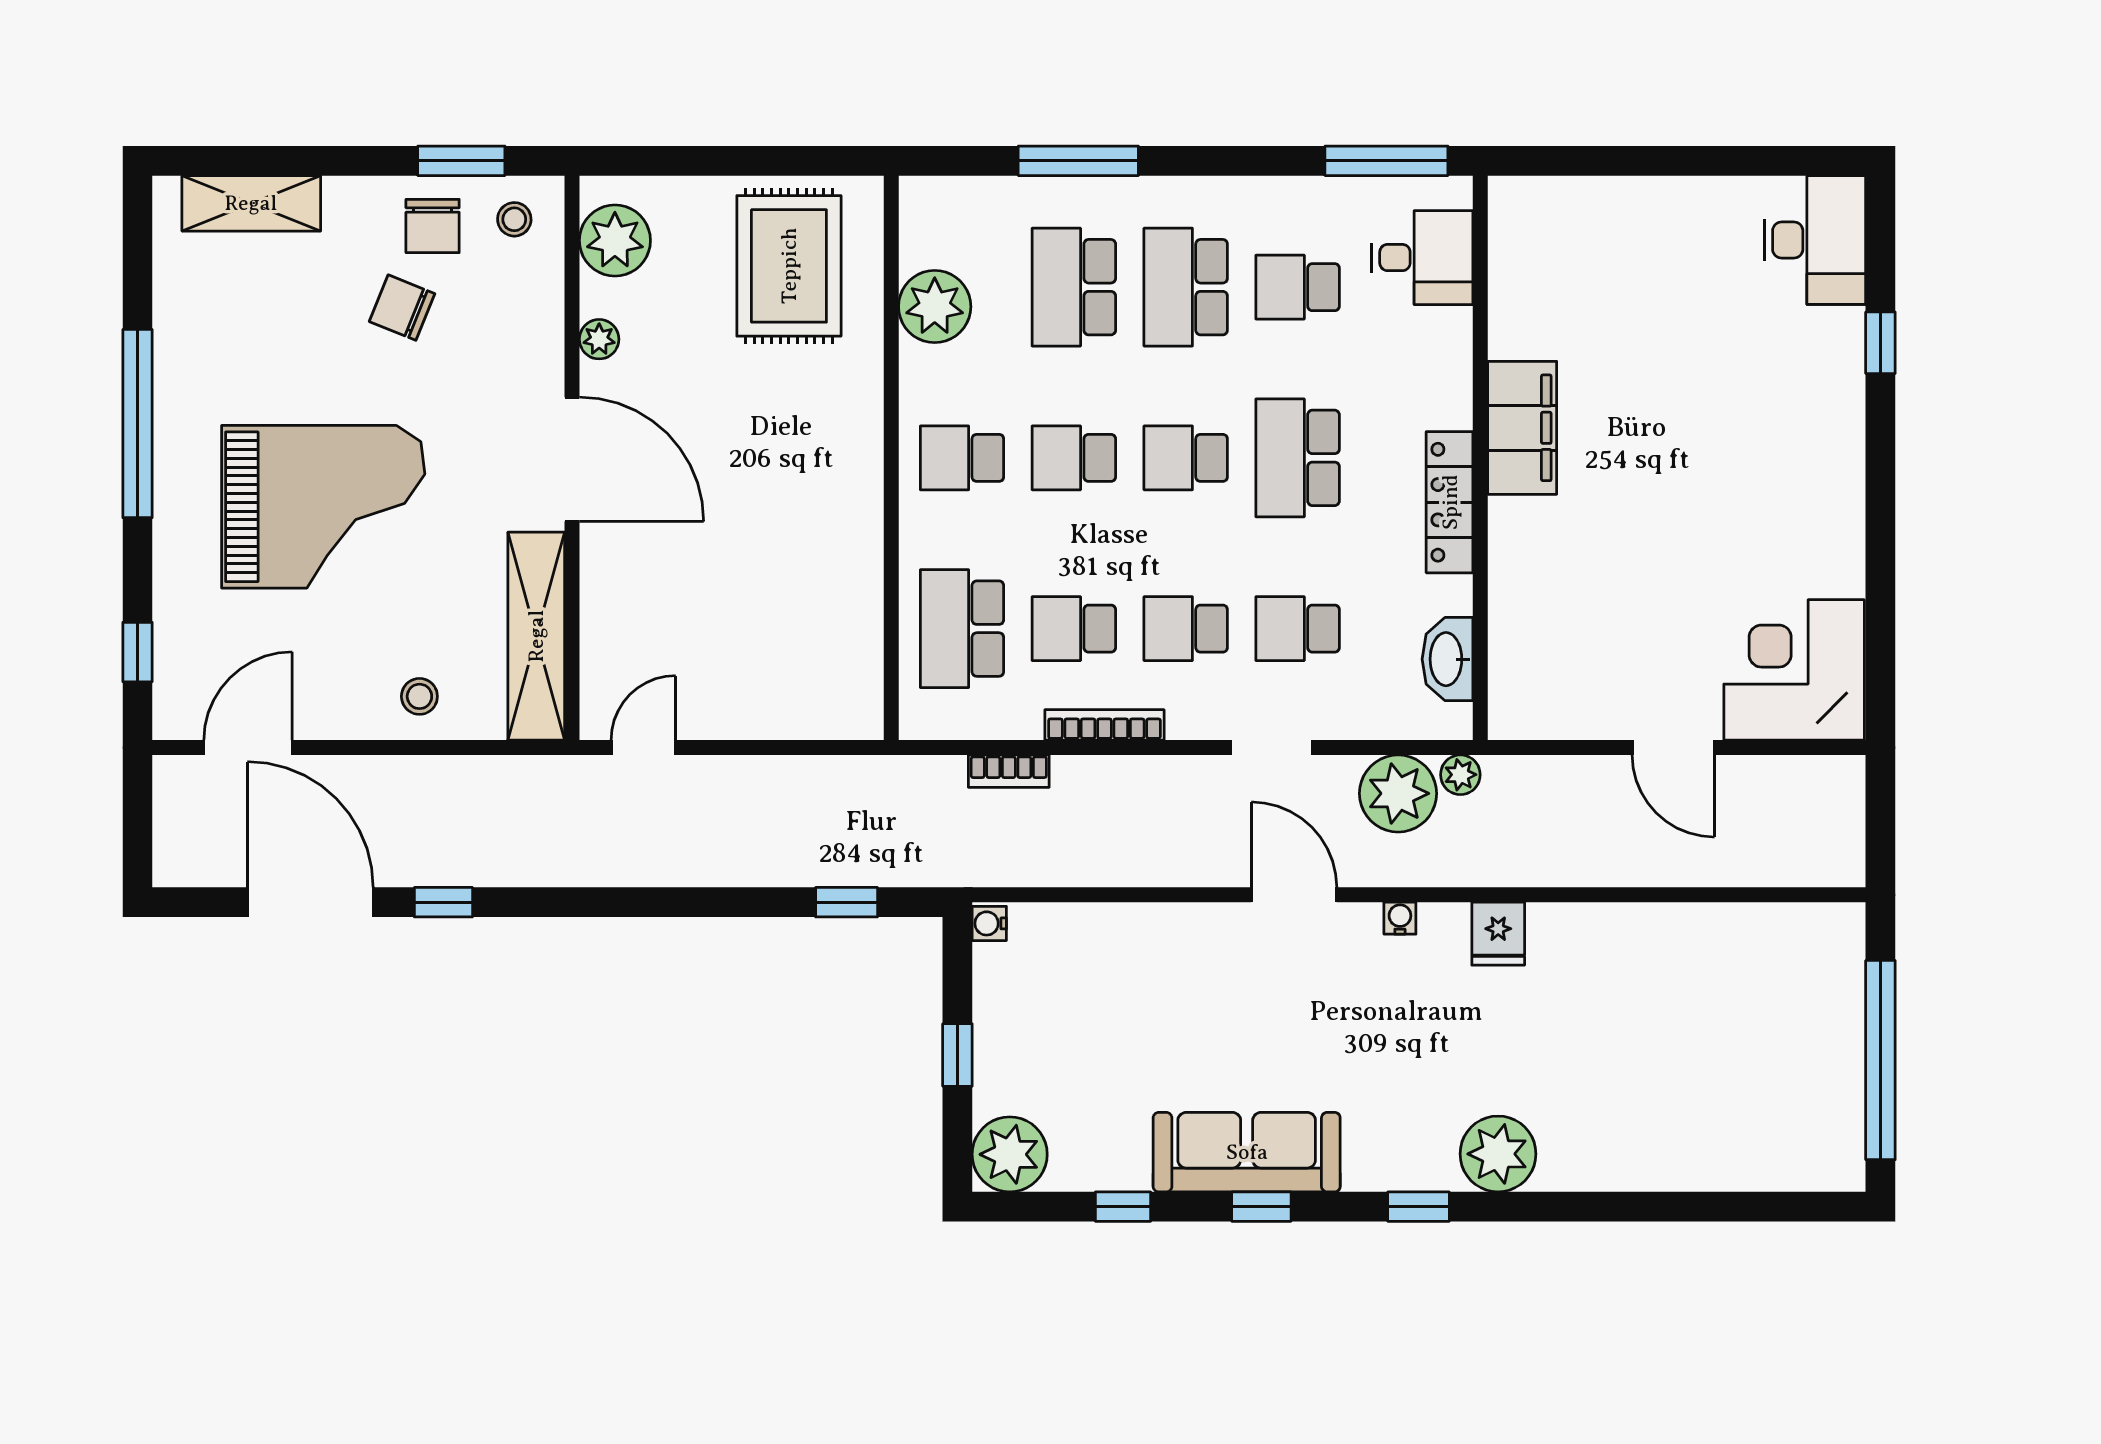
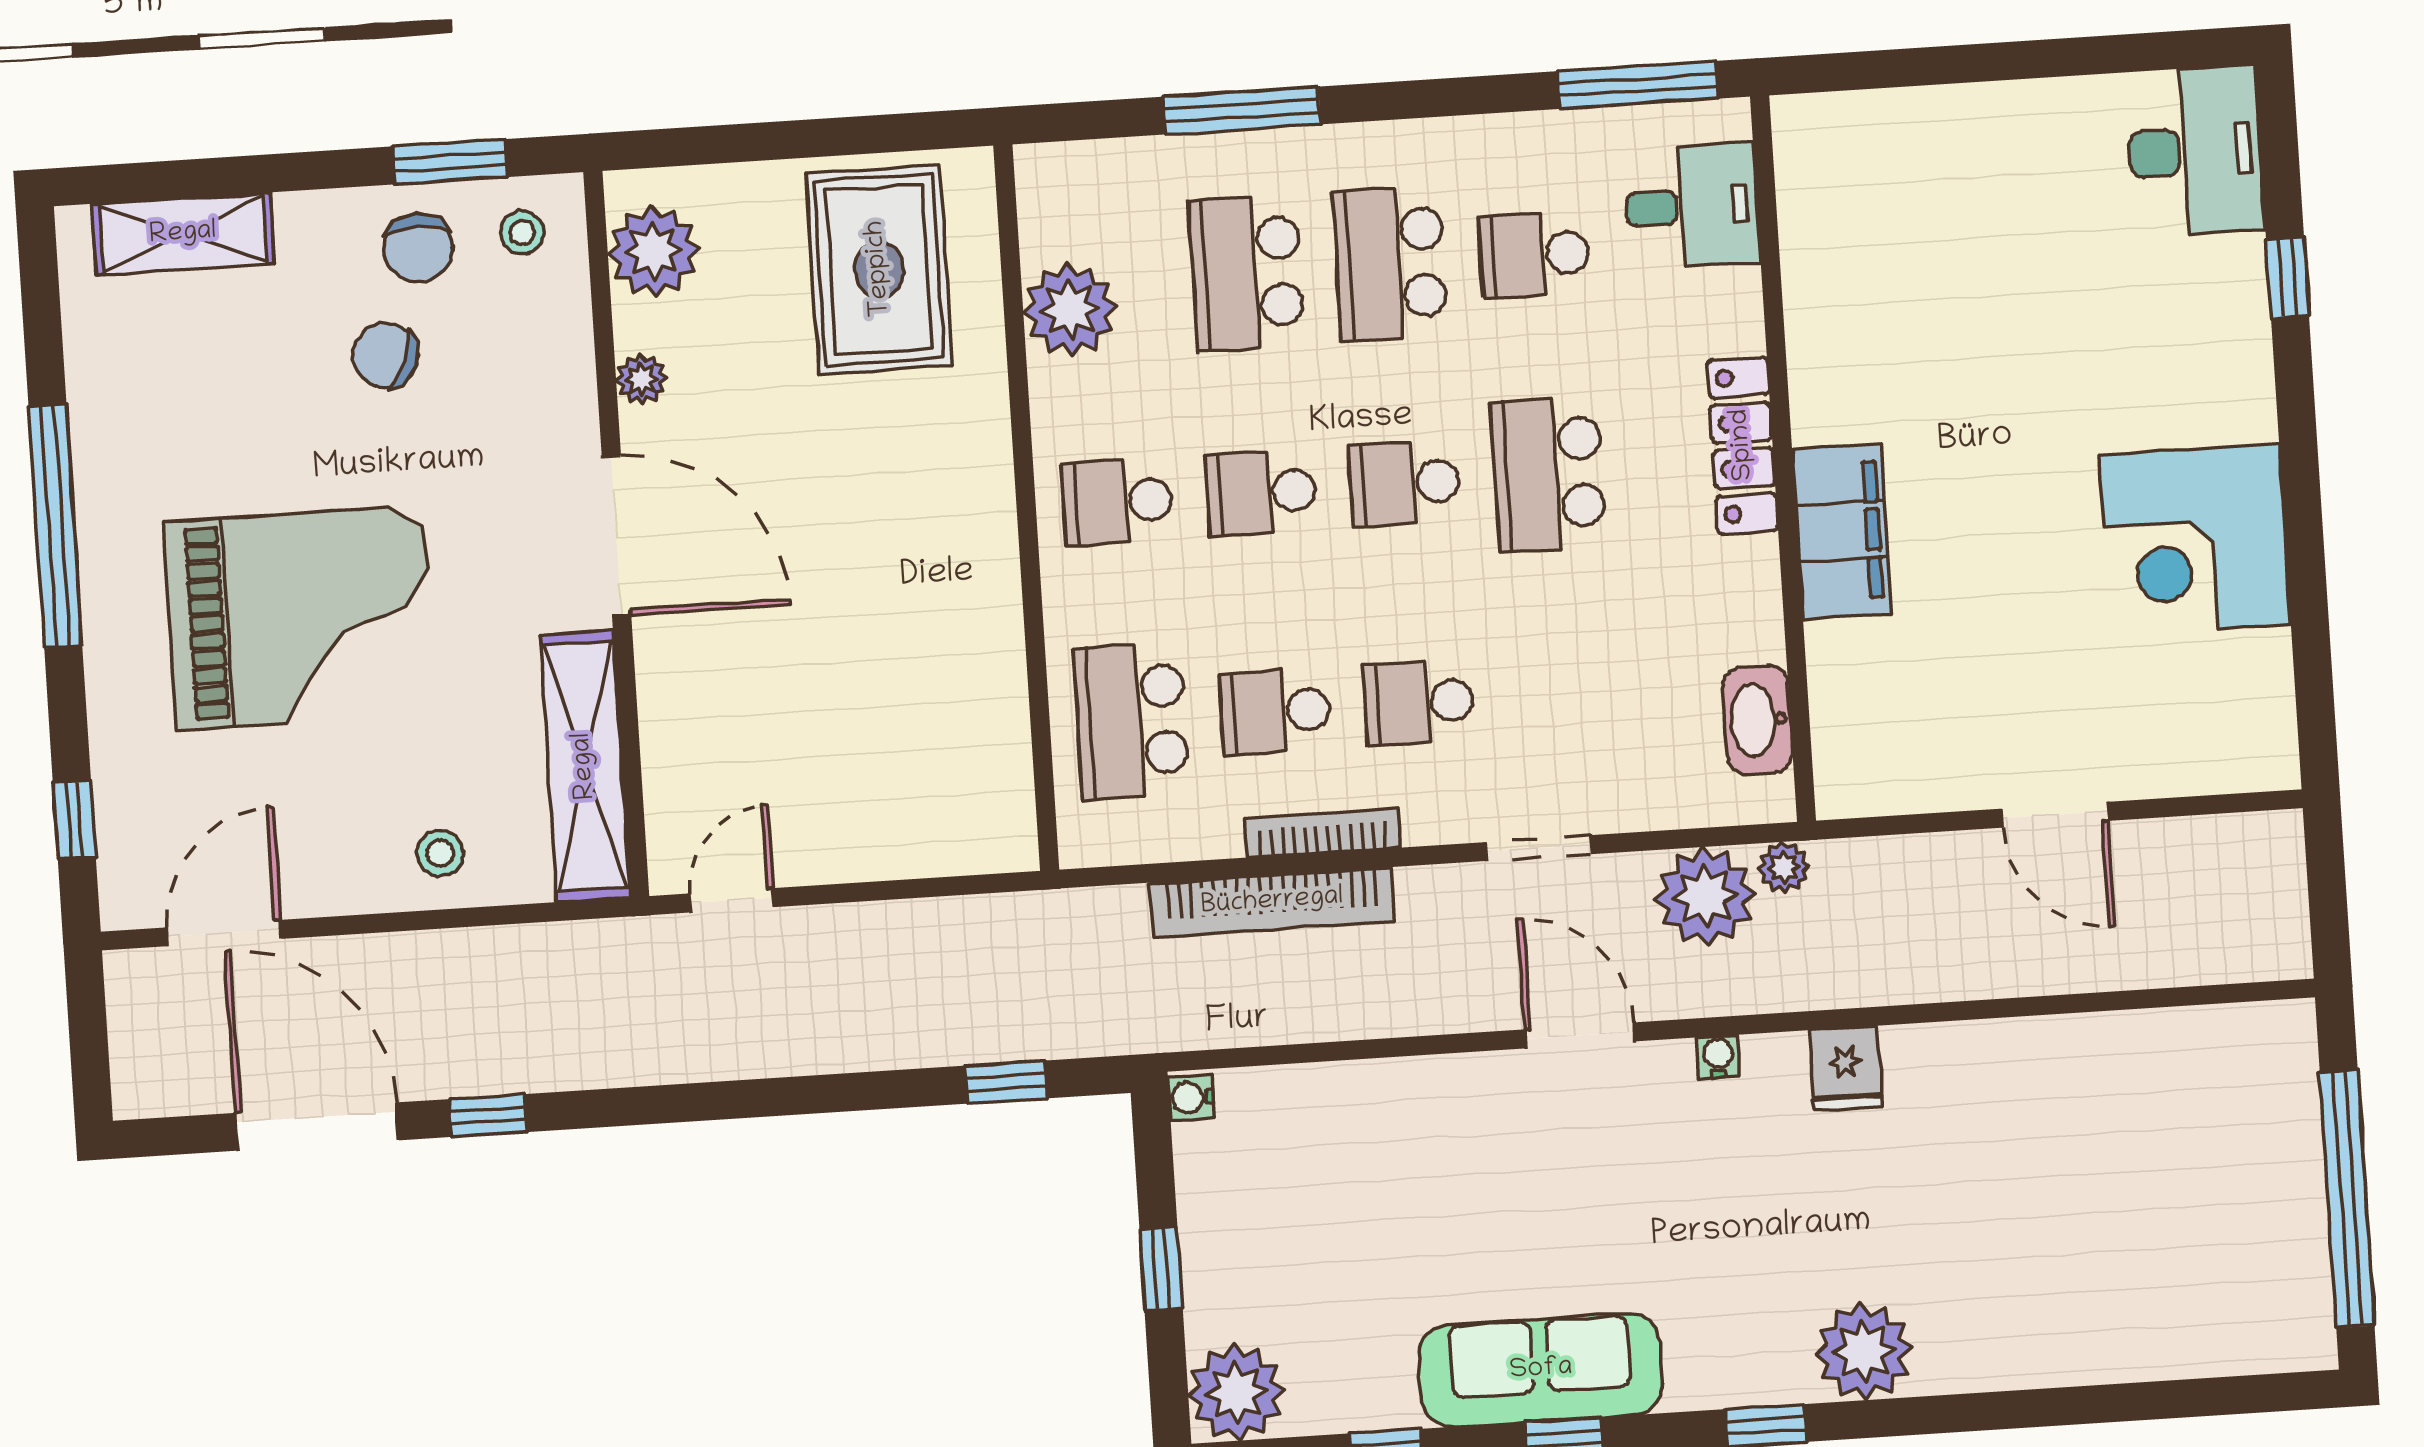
filing cabinet: (1522, 428) -> (1842, 531), moved
locker: (1450, 502) -> (1743, 445), moved
school desk: (1298, 629) -> (1563, 693), removed
corner desk: (1794, 670) -> (2195, 540), moved, turned -90
bookcase: (1009, 771) -> (1272, 902), width x2.31, depth x1.31

